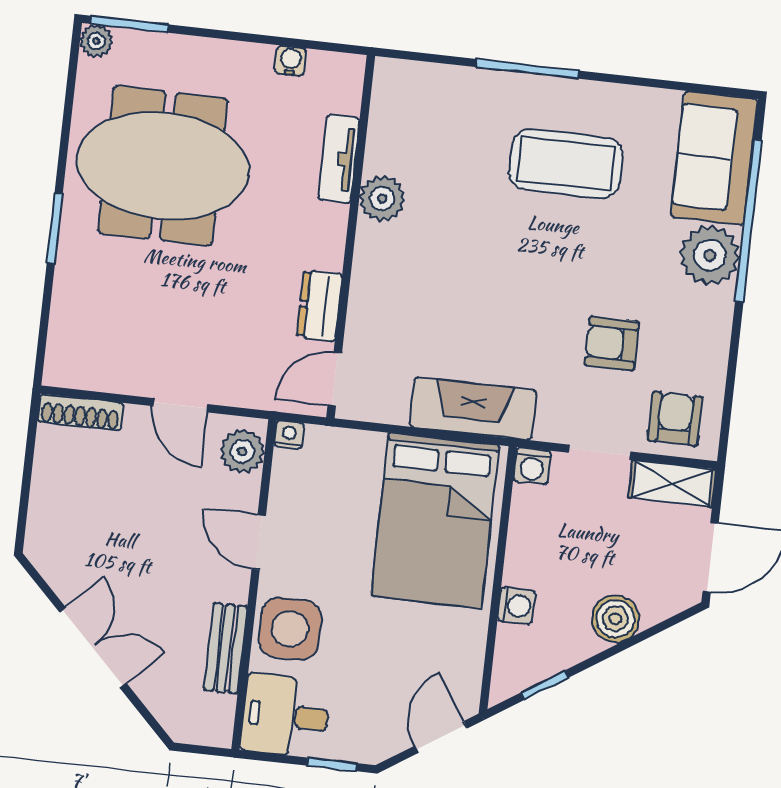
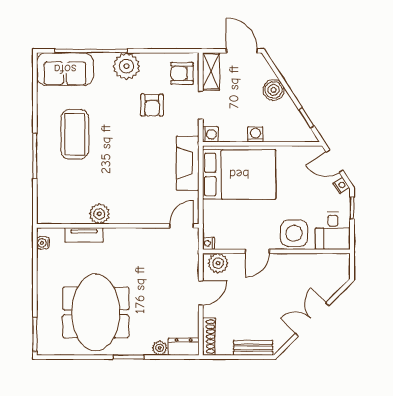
plant: (96, 41) -> (160, 348), moved
water cooler: (291, 61) -> (43, 243), moved
plant: (710, 255) -> (126, 66), moved
dresser: (319, 305) -> (184, 347), moved, turned 180
door: (335, 379) -> (182, 226), swing flipped
washing machine: (516, 606) -> (255, 134), moved
bench: (226, 648) -> (253, 348), moved
nightstand: (385, 746) -> (341, 186), added

